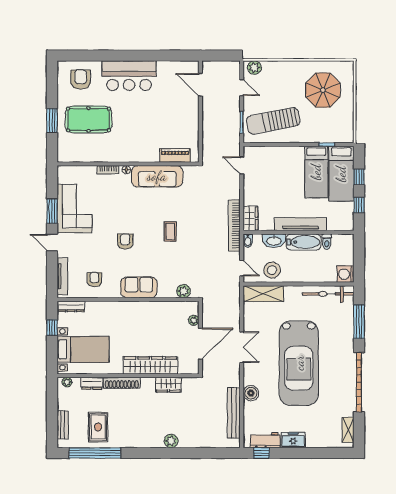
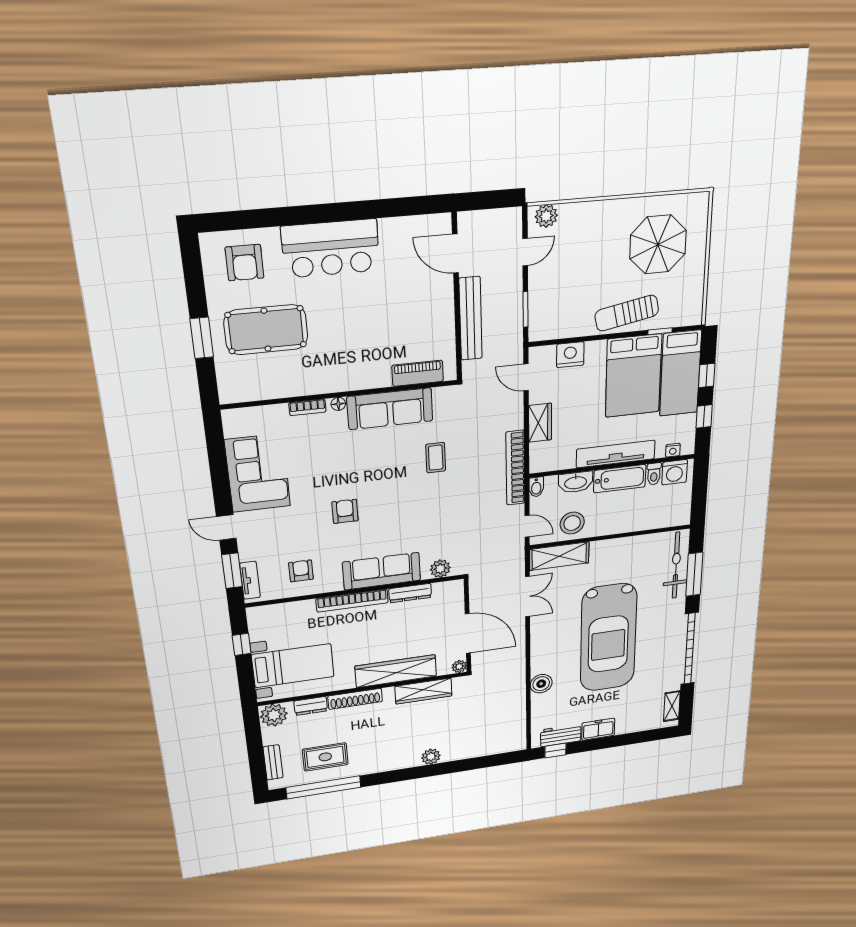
armchair: (81, 80) -> (245, 263), turned 180
door: (242, 88) -> (525, 252), hinge flipped
sun lounger: (273, 121) -> (627, 313), moved, width x0.73, depth x0.75
nightstand: (270, 154) -> (570, 355), added
bed: (316, 172) -> (633, 376), width x1.50
window: (52, 211) -> (232, 571), moved
wardrobe: (250, 218) -> (540, 423), moved
nightstand: (339, 226) -> (673, 450), added
coffee table: (170, 232) -> (436, 458), moved
washing machine: (345, 274) -> (675, 472), moved, turned -90
tv unit: (62, 276) -> (250, 580), width x0.71
sofa: (139, 287) -> (382, 571), width x1.36
bicycle: (328, 294) -> (676, 565), moved, turned 90
dresser: (71, 306) -> (410, 593), moved
bookcase: (125, 306) -> (352, 601), added
plant: (194, 320) -> (459, 666), moved
door: (200, 344) -> (468, 633), hinge flipped
double door: (242, 347) -> (528, 596), moved
plant: (67, 382) -> (274, 715), width x1.88, depth x1.88
wardrobe: (168, 385) -> (423, 691), width x1.50
bench: (234, 413) -> (471, 319), moved
rug: (98, 427) -> (325, 757), turned 90

